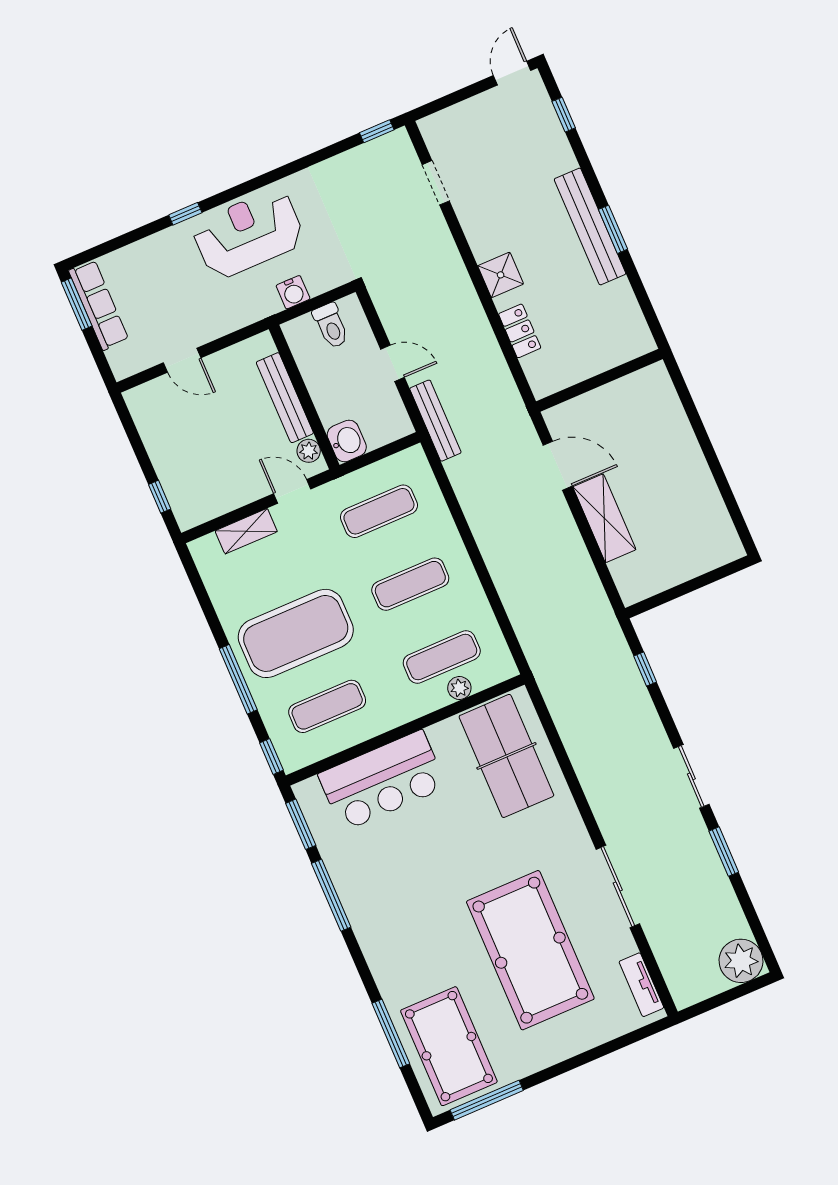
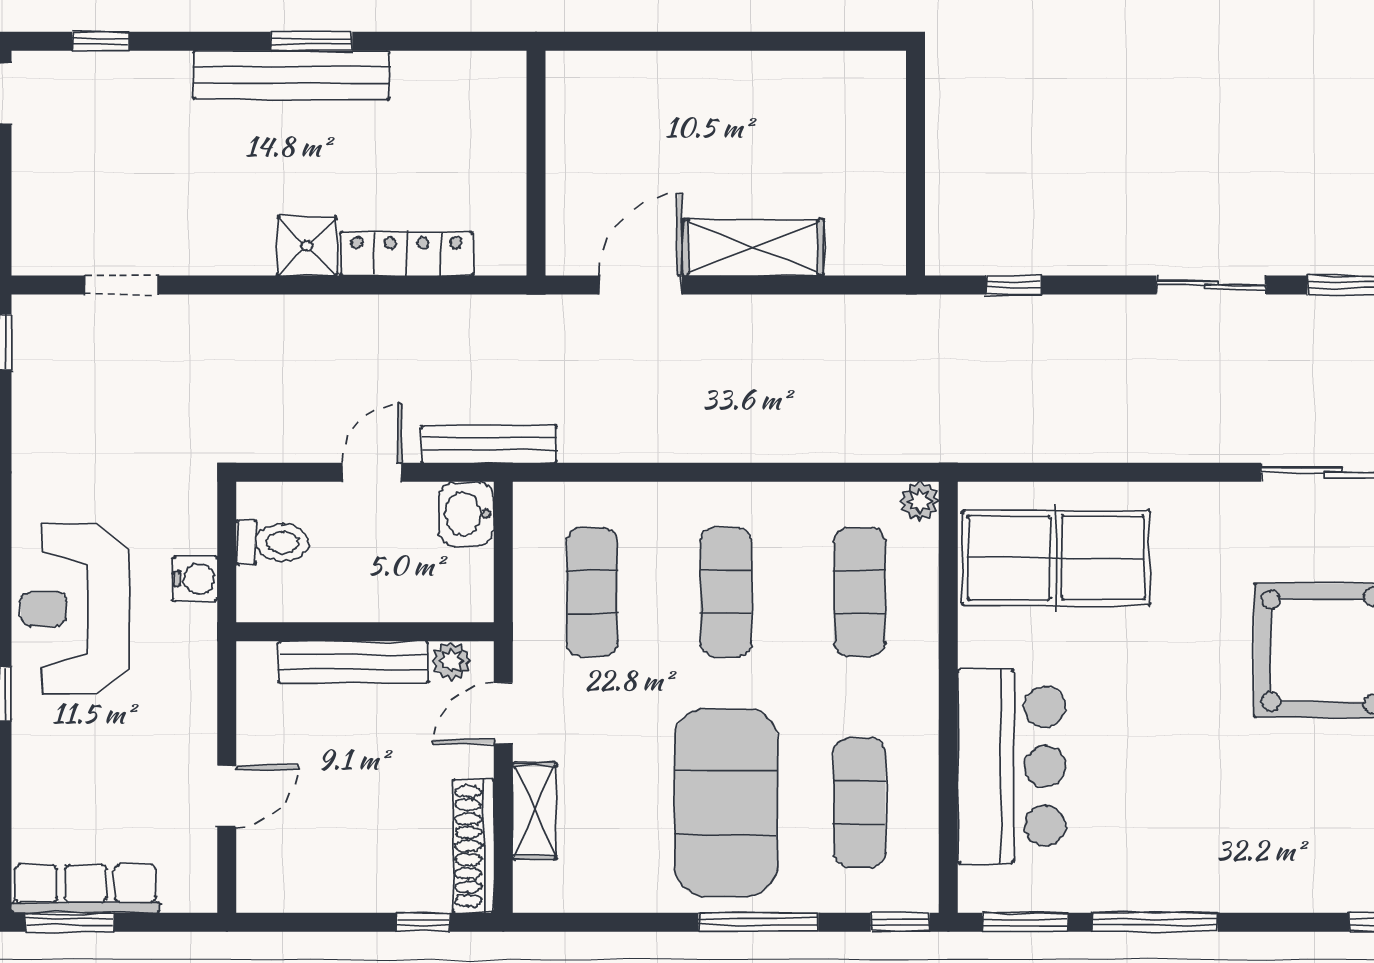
locker: (520, 331) -> (407, 254), width x1.53
washbasin: (347, 441) -> (467, 514), moved, turned -90
shoe rack: (213, 506) -> (473, 846), added
plant: (459, 688) -> (919, 501), moved

